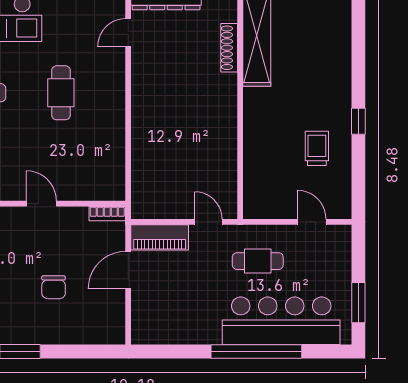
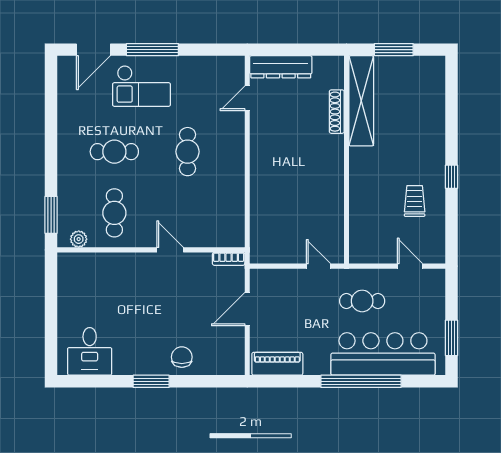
piano: (160, 237) -> (277, 364), moved, turned 180
chair: (54, 287) -> (182, 357), moved, turned 180

